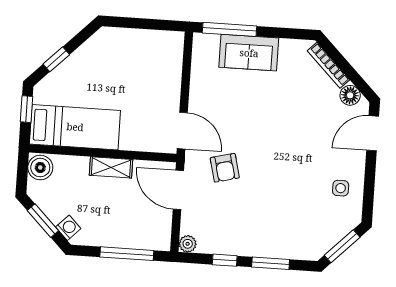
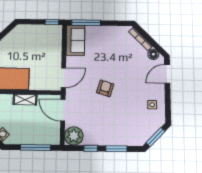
window: (166, 25) -> (52, 22), added
sofa: (249, 53) -> (75, 40), moved, turned -90
door: (182, 131) -> (63, 78), hinge flipped
armchair: (225, 168) -> (105, 88), moved, turned -149
plant: (188, 244) -> (74, 136), width x1.88, depth x1.88

